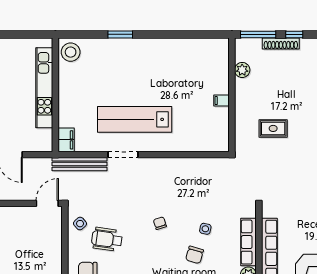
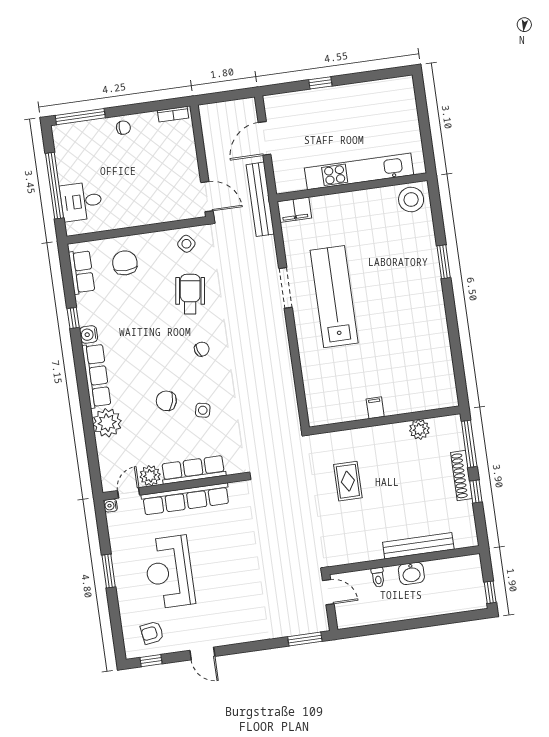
bench: (80, 164) -> (260, 199), moved
wheelchair: (107, 239) -> (190, 294), moved

